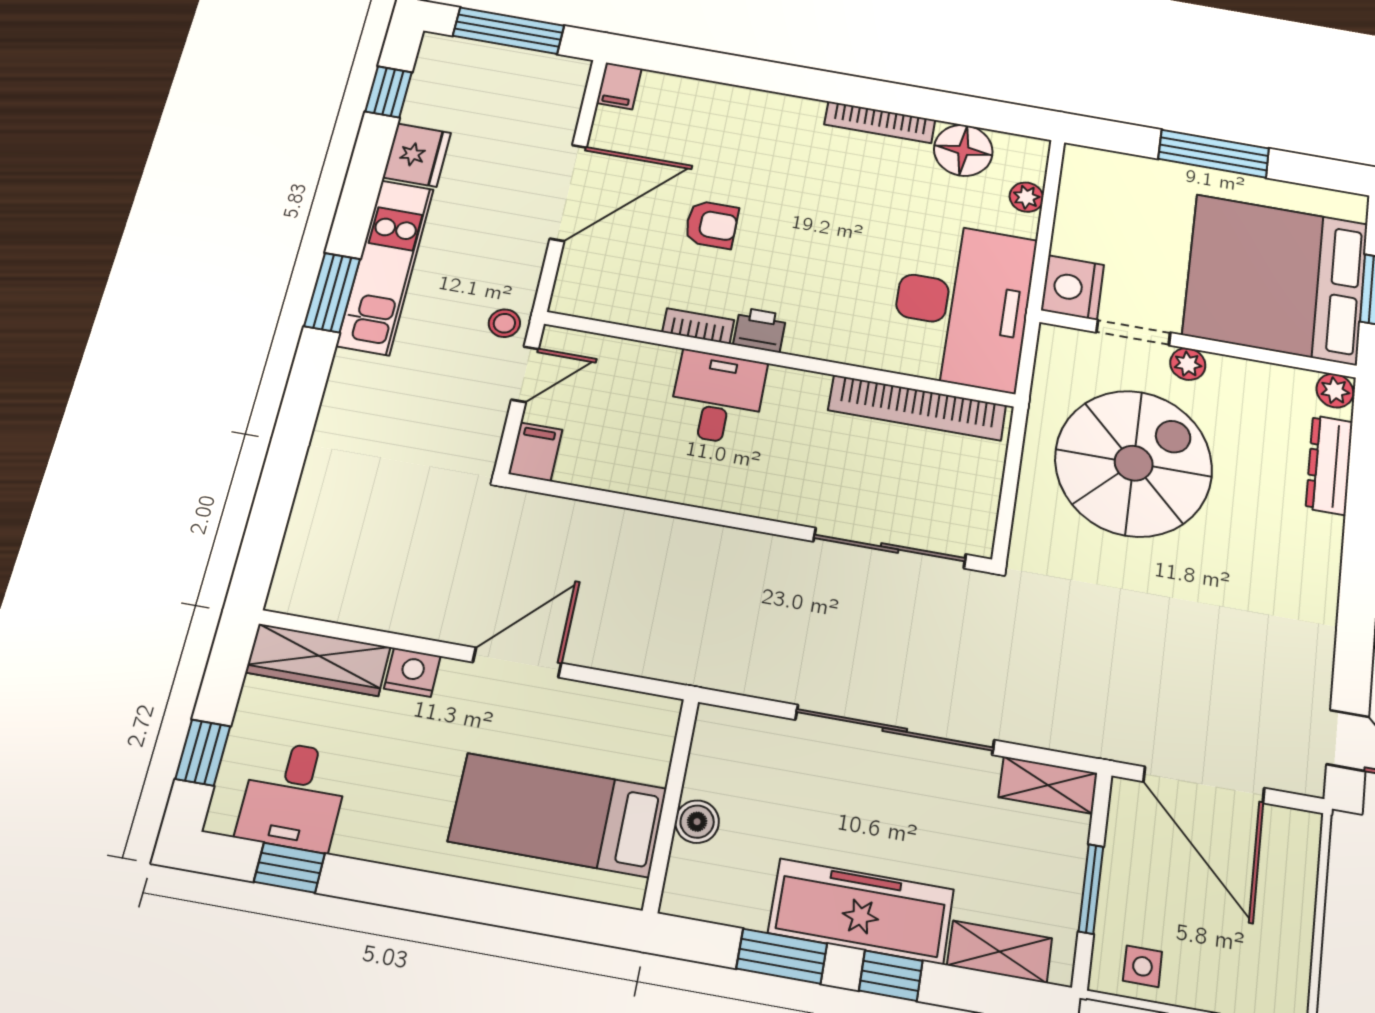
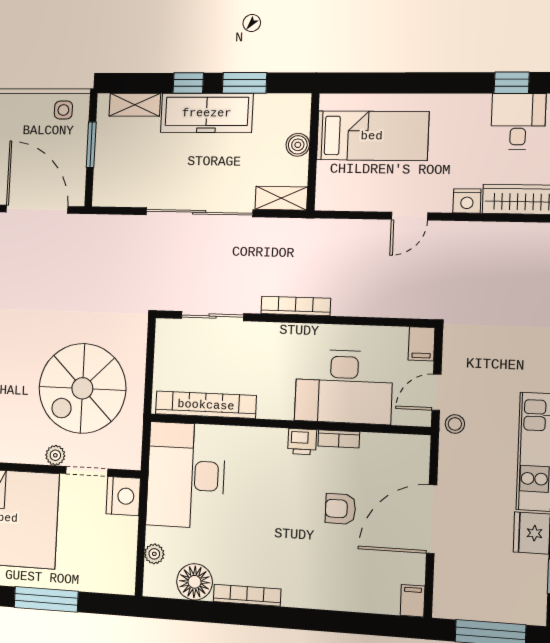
desk: (717, 398) -> (344, 387), width x1.87, depth x1.30
bookcase: (741, 543) -> (296, 306), added
sliding door: (890, 548) -> (213, 316), width x0.73
door: (517, 663) -> (410, 216), width x0.73
shelving: (1048, 785) -> (281, 198), moved

